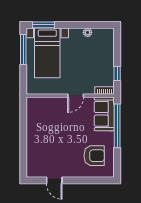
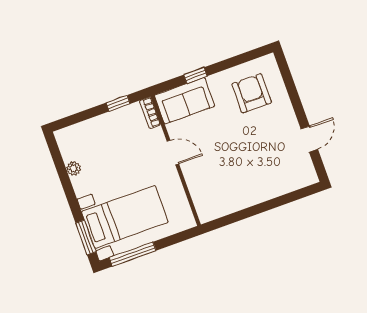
window: (117, 126) -> (195, 75), width x0.32

